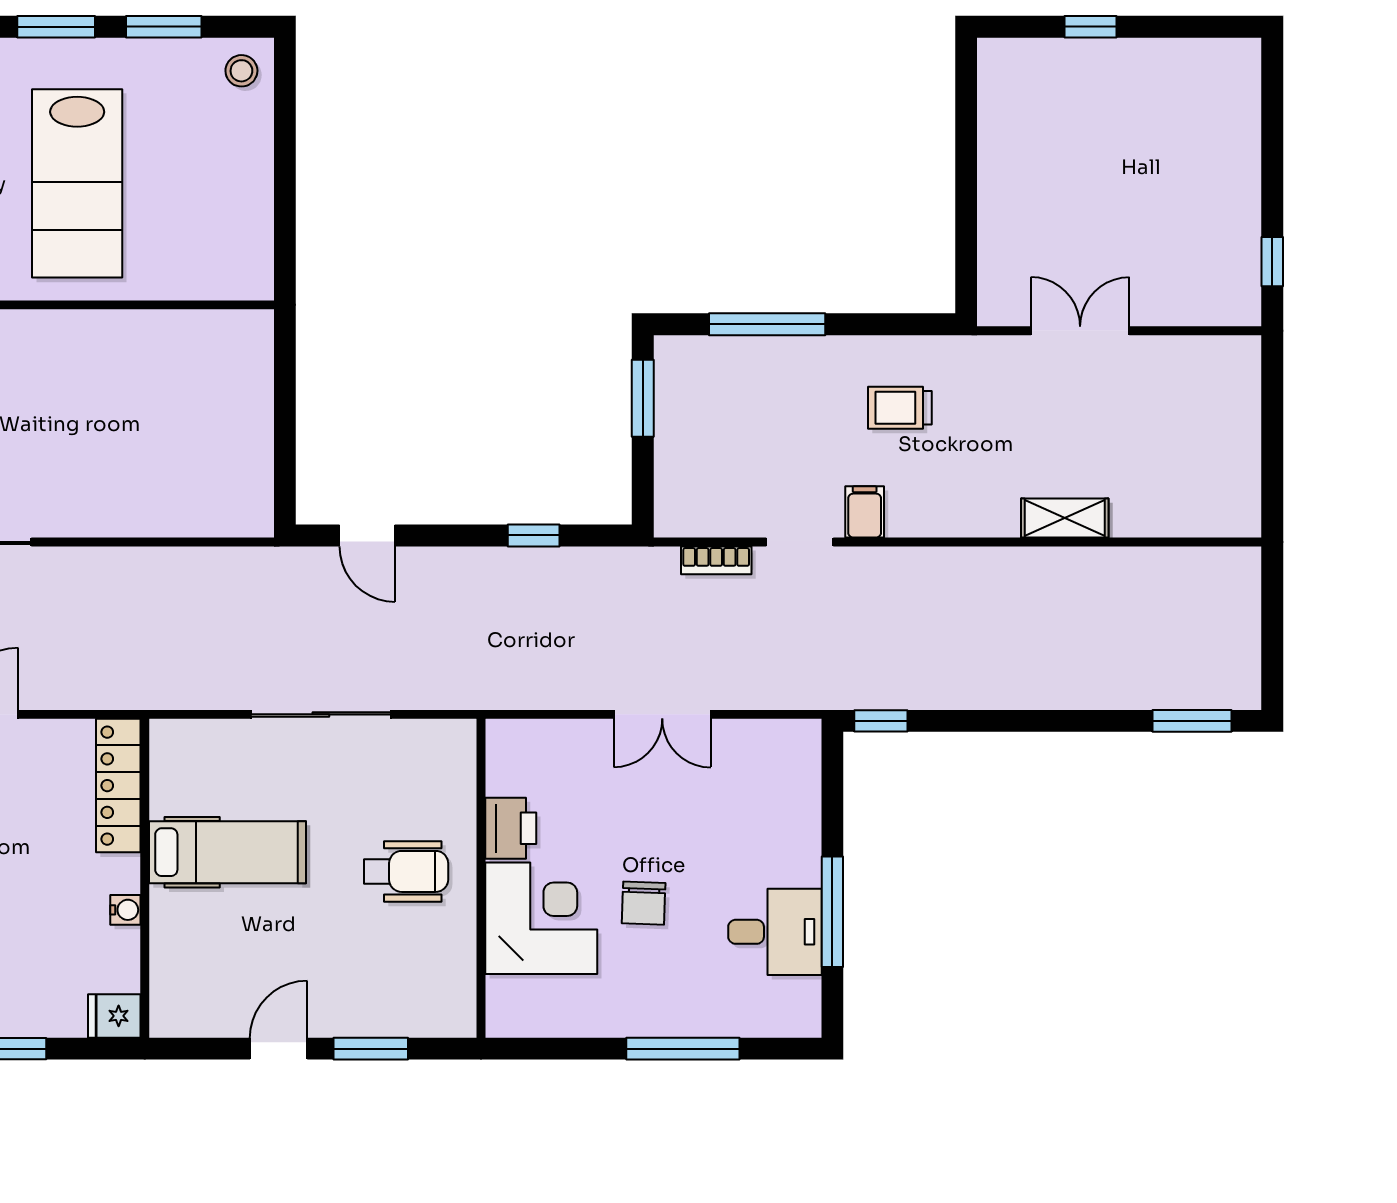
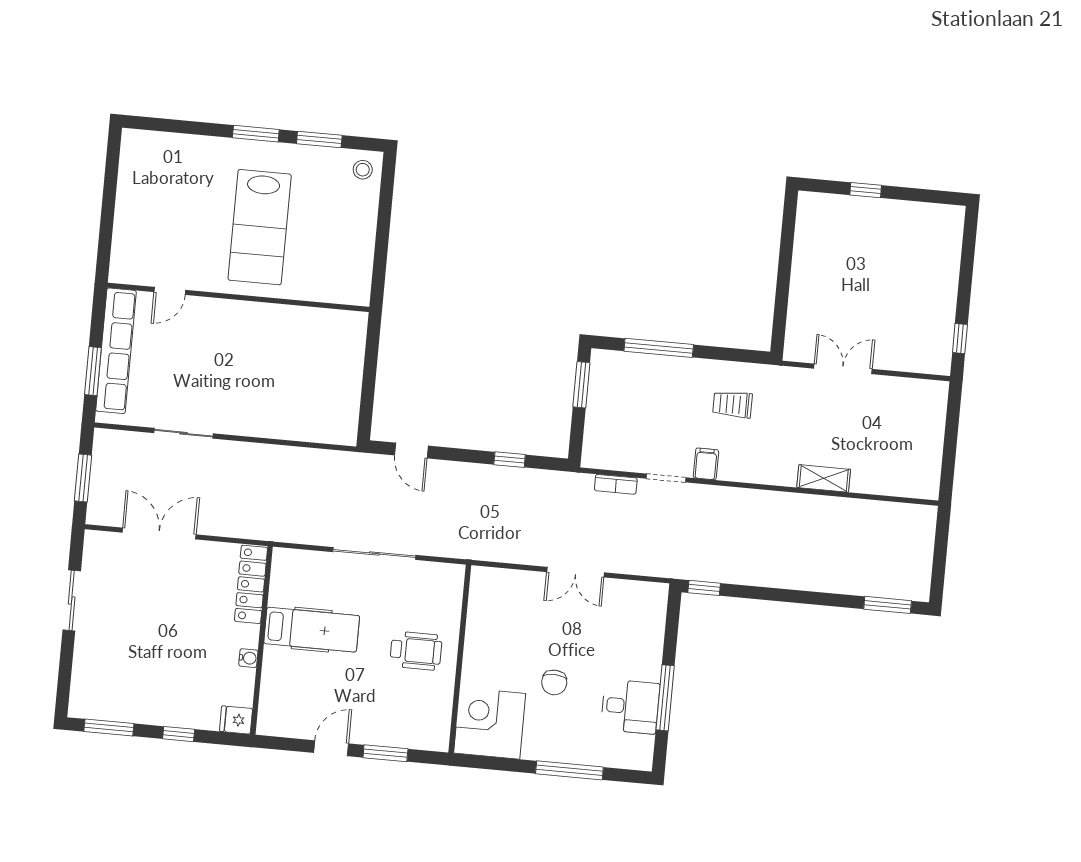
printer: (511, 828) -> (480, 631), removed
corner desk: (541, 918) -> (490, 723), moved, turned -90

